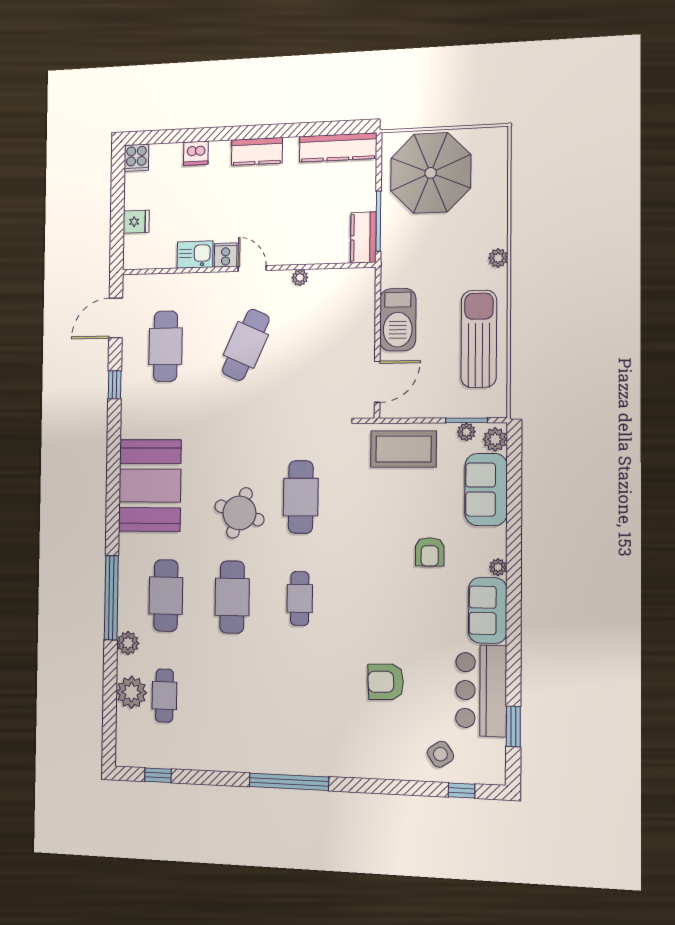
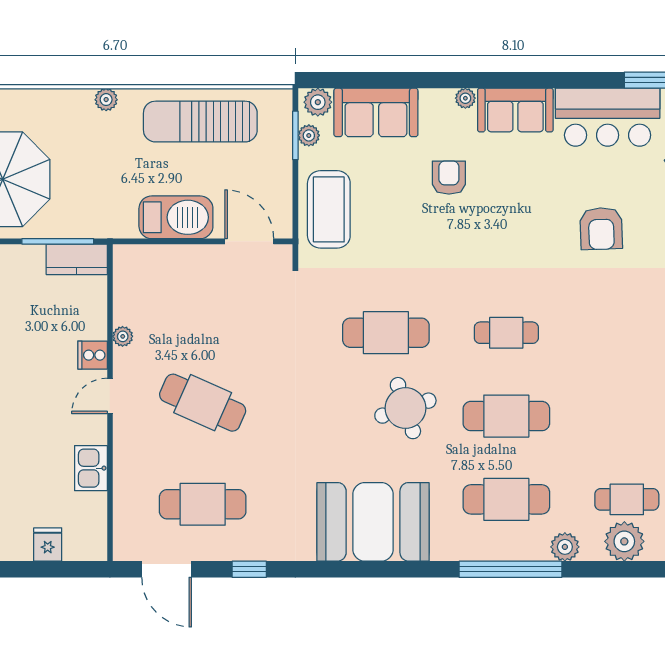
cooker: (226, 255) -> (93, 355), moved
round table: (239, 513) -> (405, 408), turned -37
armchair: (430, 552) -> (449, 178), turned -90

